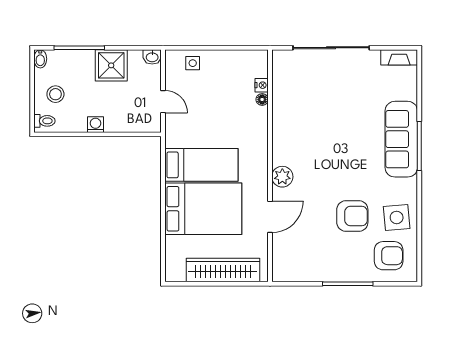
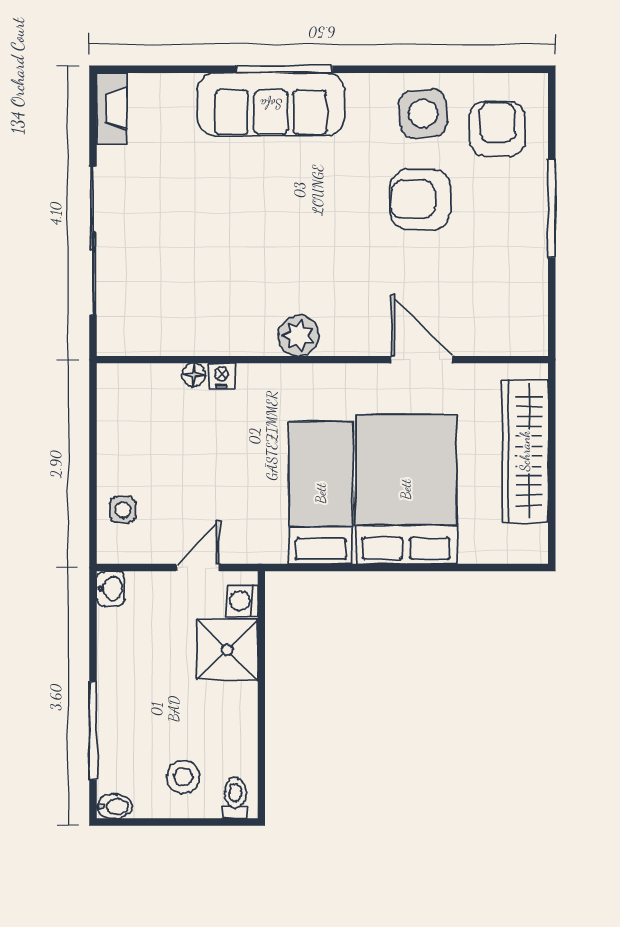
shower: (111, 65) -> (227, 650), moved
nightstand: (262, 85) -> (222, 376), moved
washing machine: (95, 125) -> (242, 601), moved
plant: (282, 177) -> (298, 336), moved
armchair: (352, 216) -> (420, 199), turned -90

